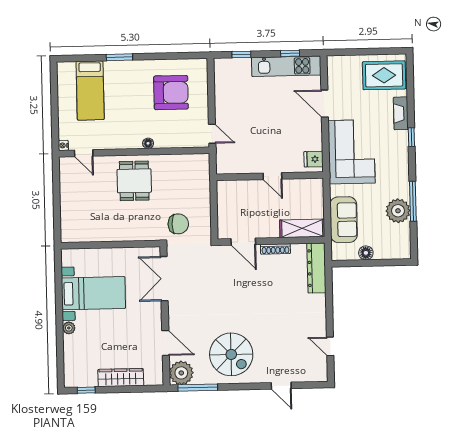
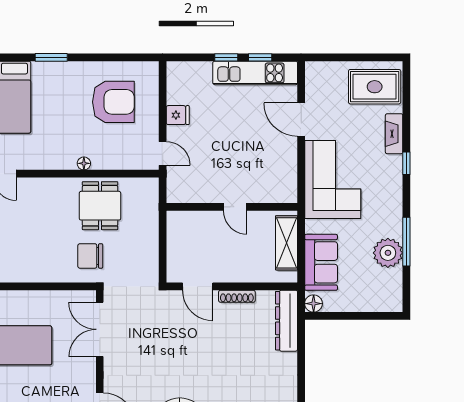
window: (241, 55) -> (226, 57), moved
fridge: (314, 159) -> (178, 115), moved, turned 180
dining table: (134, 181) -> (100, 206), moved
chair: (178, 224) -> (90, 256), moved, turned 180
shelving: (302, 228) -> (287, 243), moved, turned 90
floor lamp: (366, 253) -> (314, 304), moved

